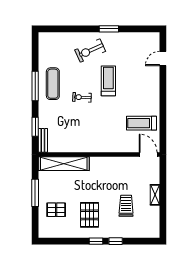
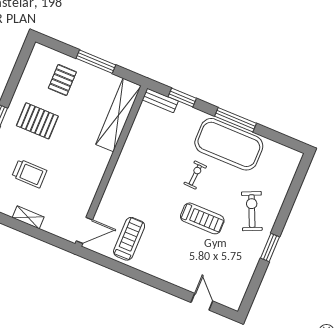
exercise mat: (53, 84) -> (229, 144), width x2.00, depth x1.45

